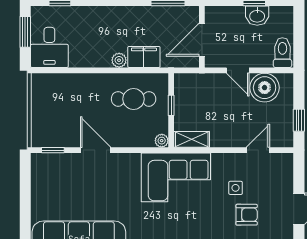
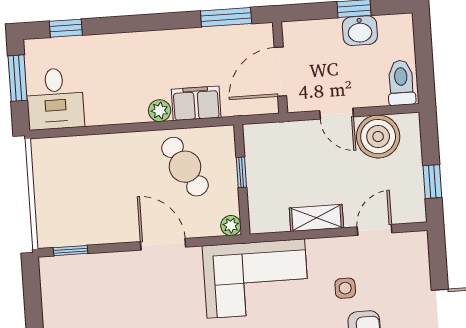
cafe table: (134, 99) -> (185, 167), turned 61
shelving: (192, 139) -> (316, 218), moved
door: (96, 150) -> (163, 244), moved

